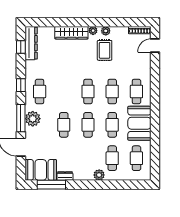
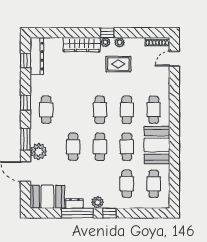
window: (95, 22) -> (107, 33), added
rug: (105, 50) -> (118, 64), turned 90
window: (21, 118) -> (26, 139), width x0.69
plant: (33, 119) -> (39, 152), moved
plant: (99, 175) -> (98, 202), moved
window: (51, 185) -> (77, 213), moved
window: (97, 185) -> (109, 213), added

